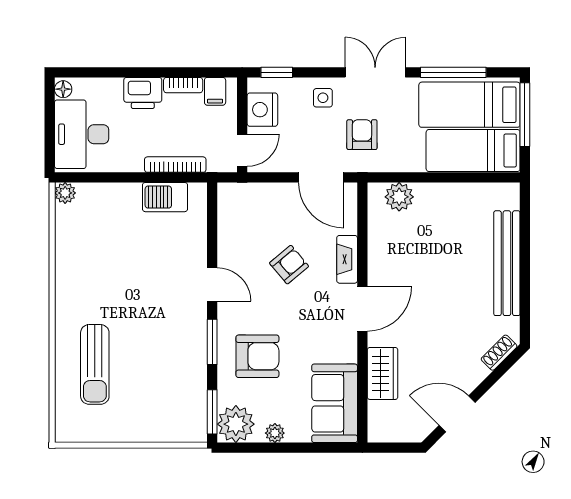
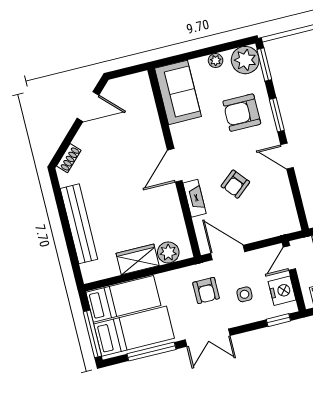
side table: (323, 98) -> (245, 294), moved
wardrobe: (383, 373) -> (138, 259), moved, turned 90

